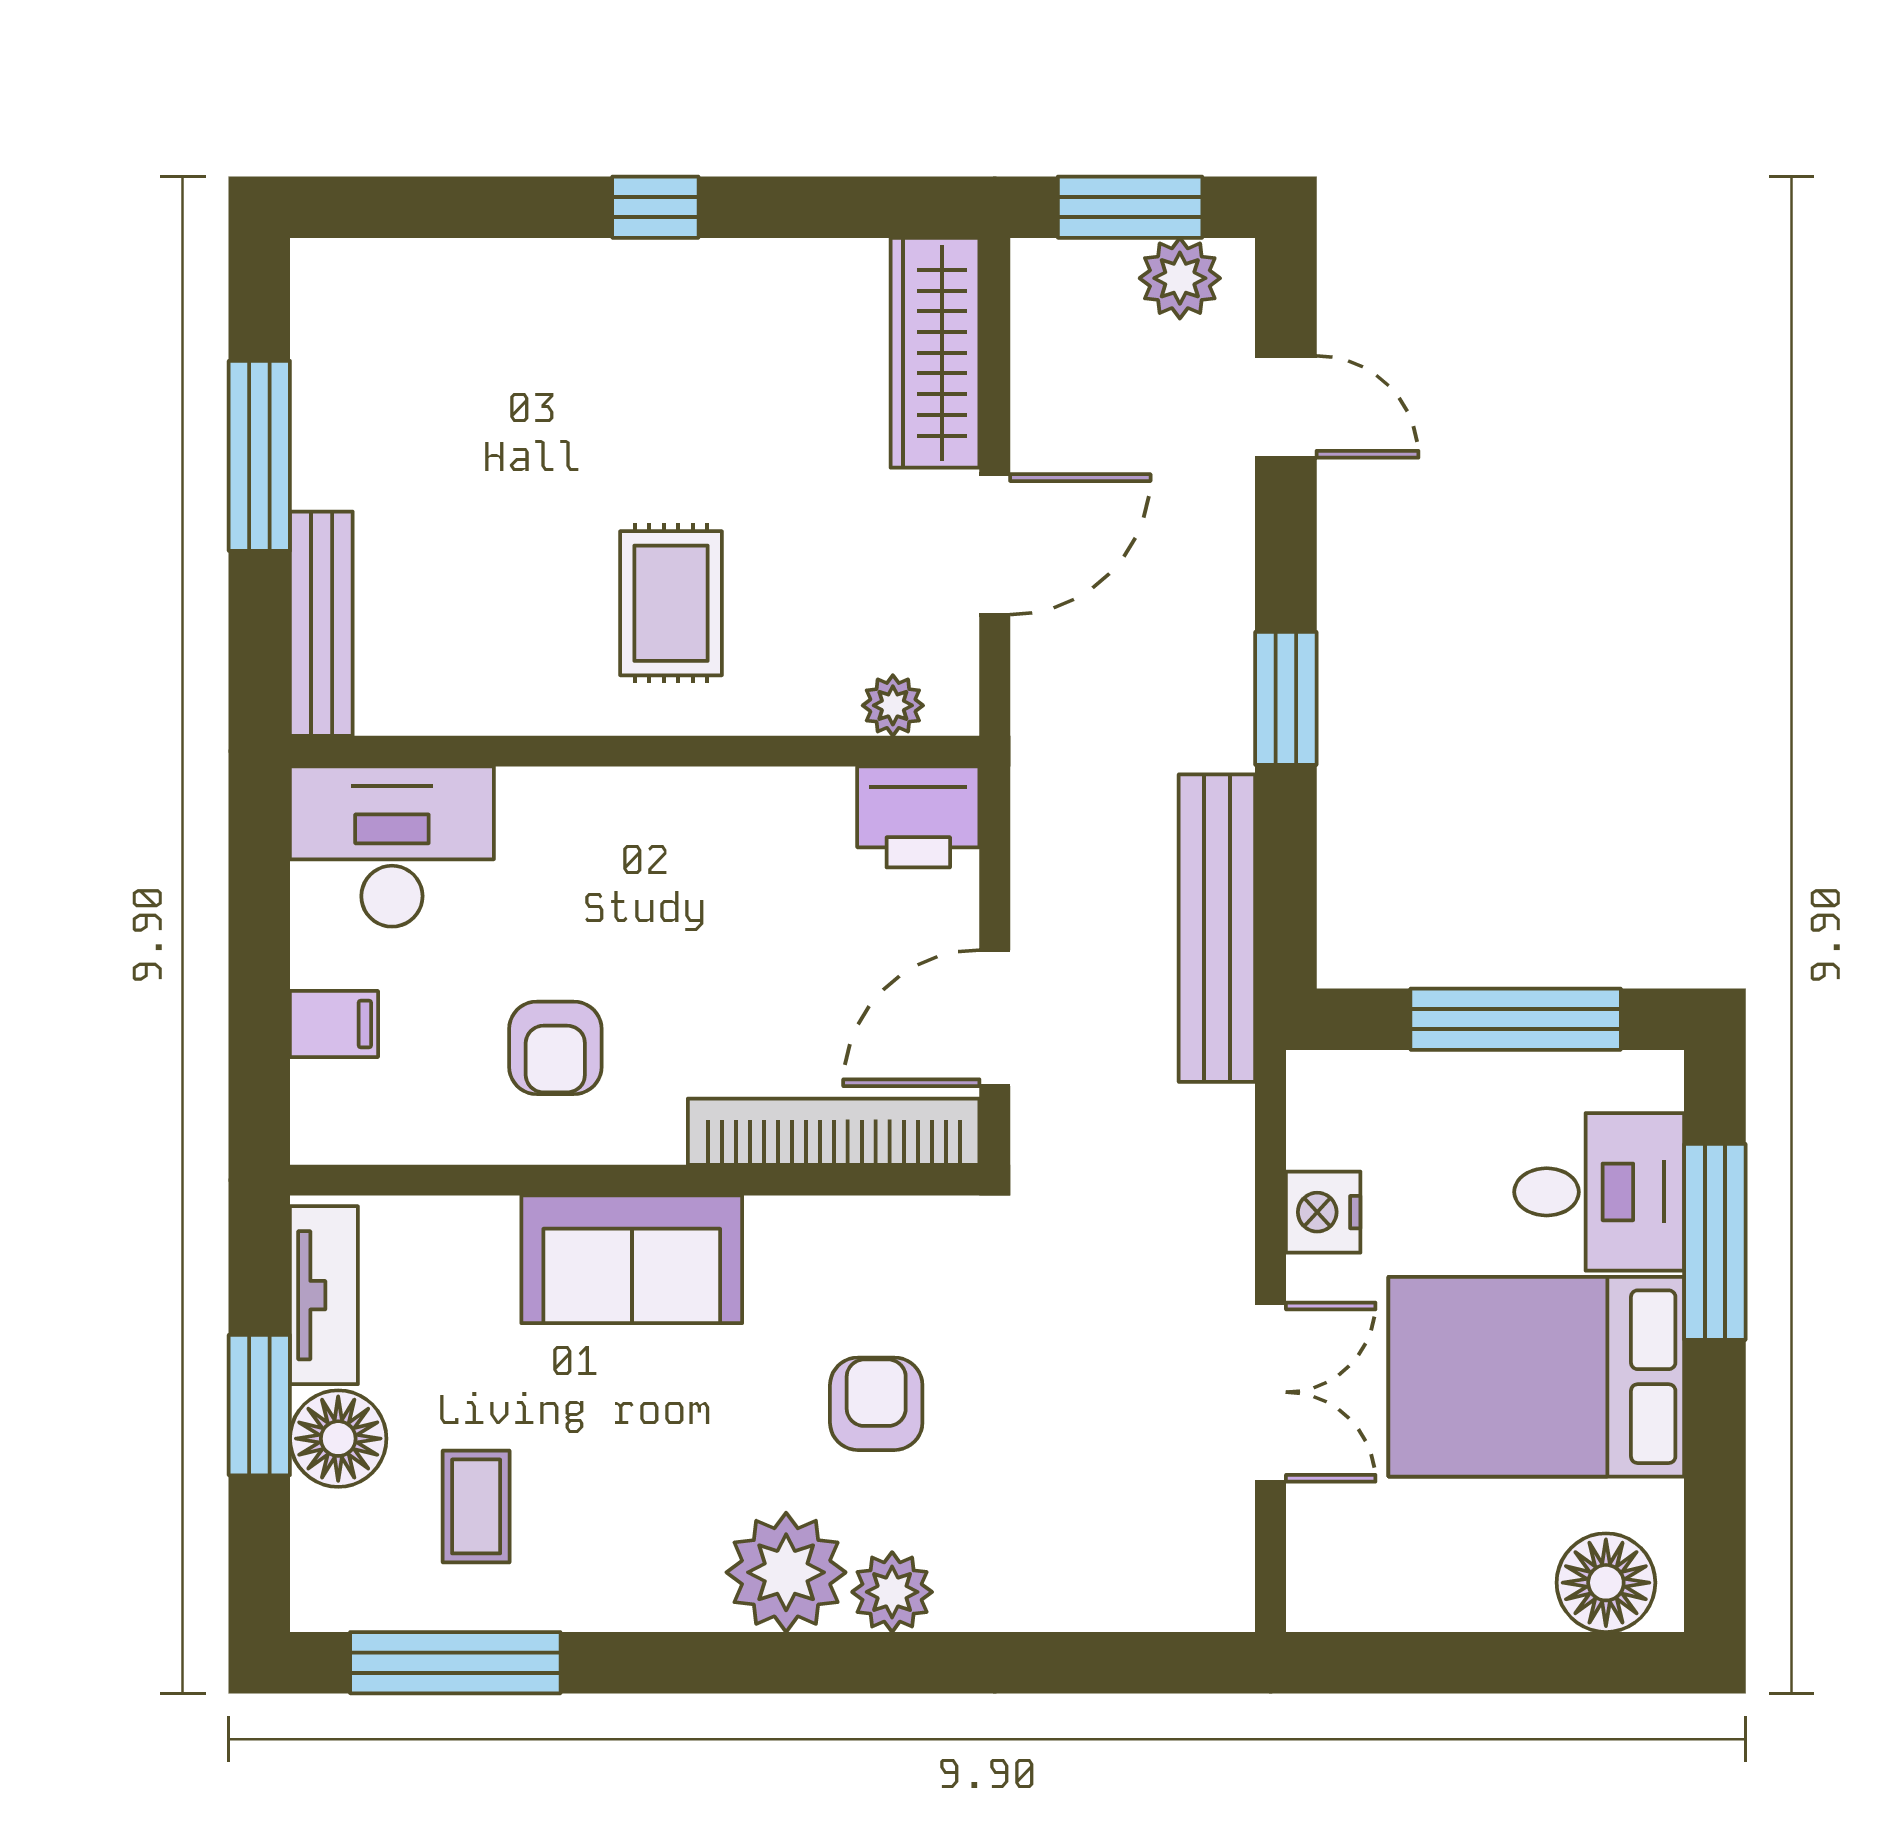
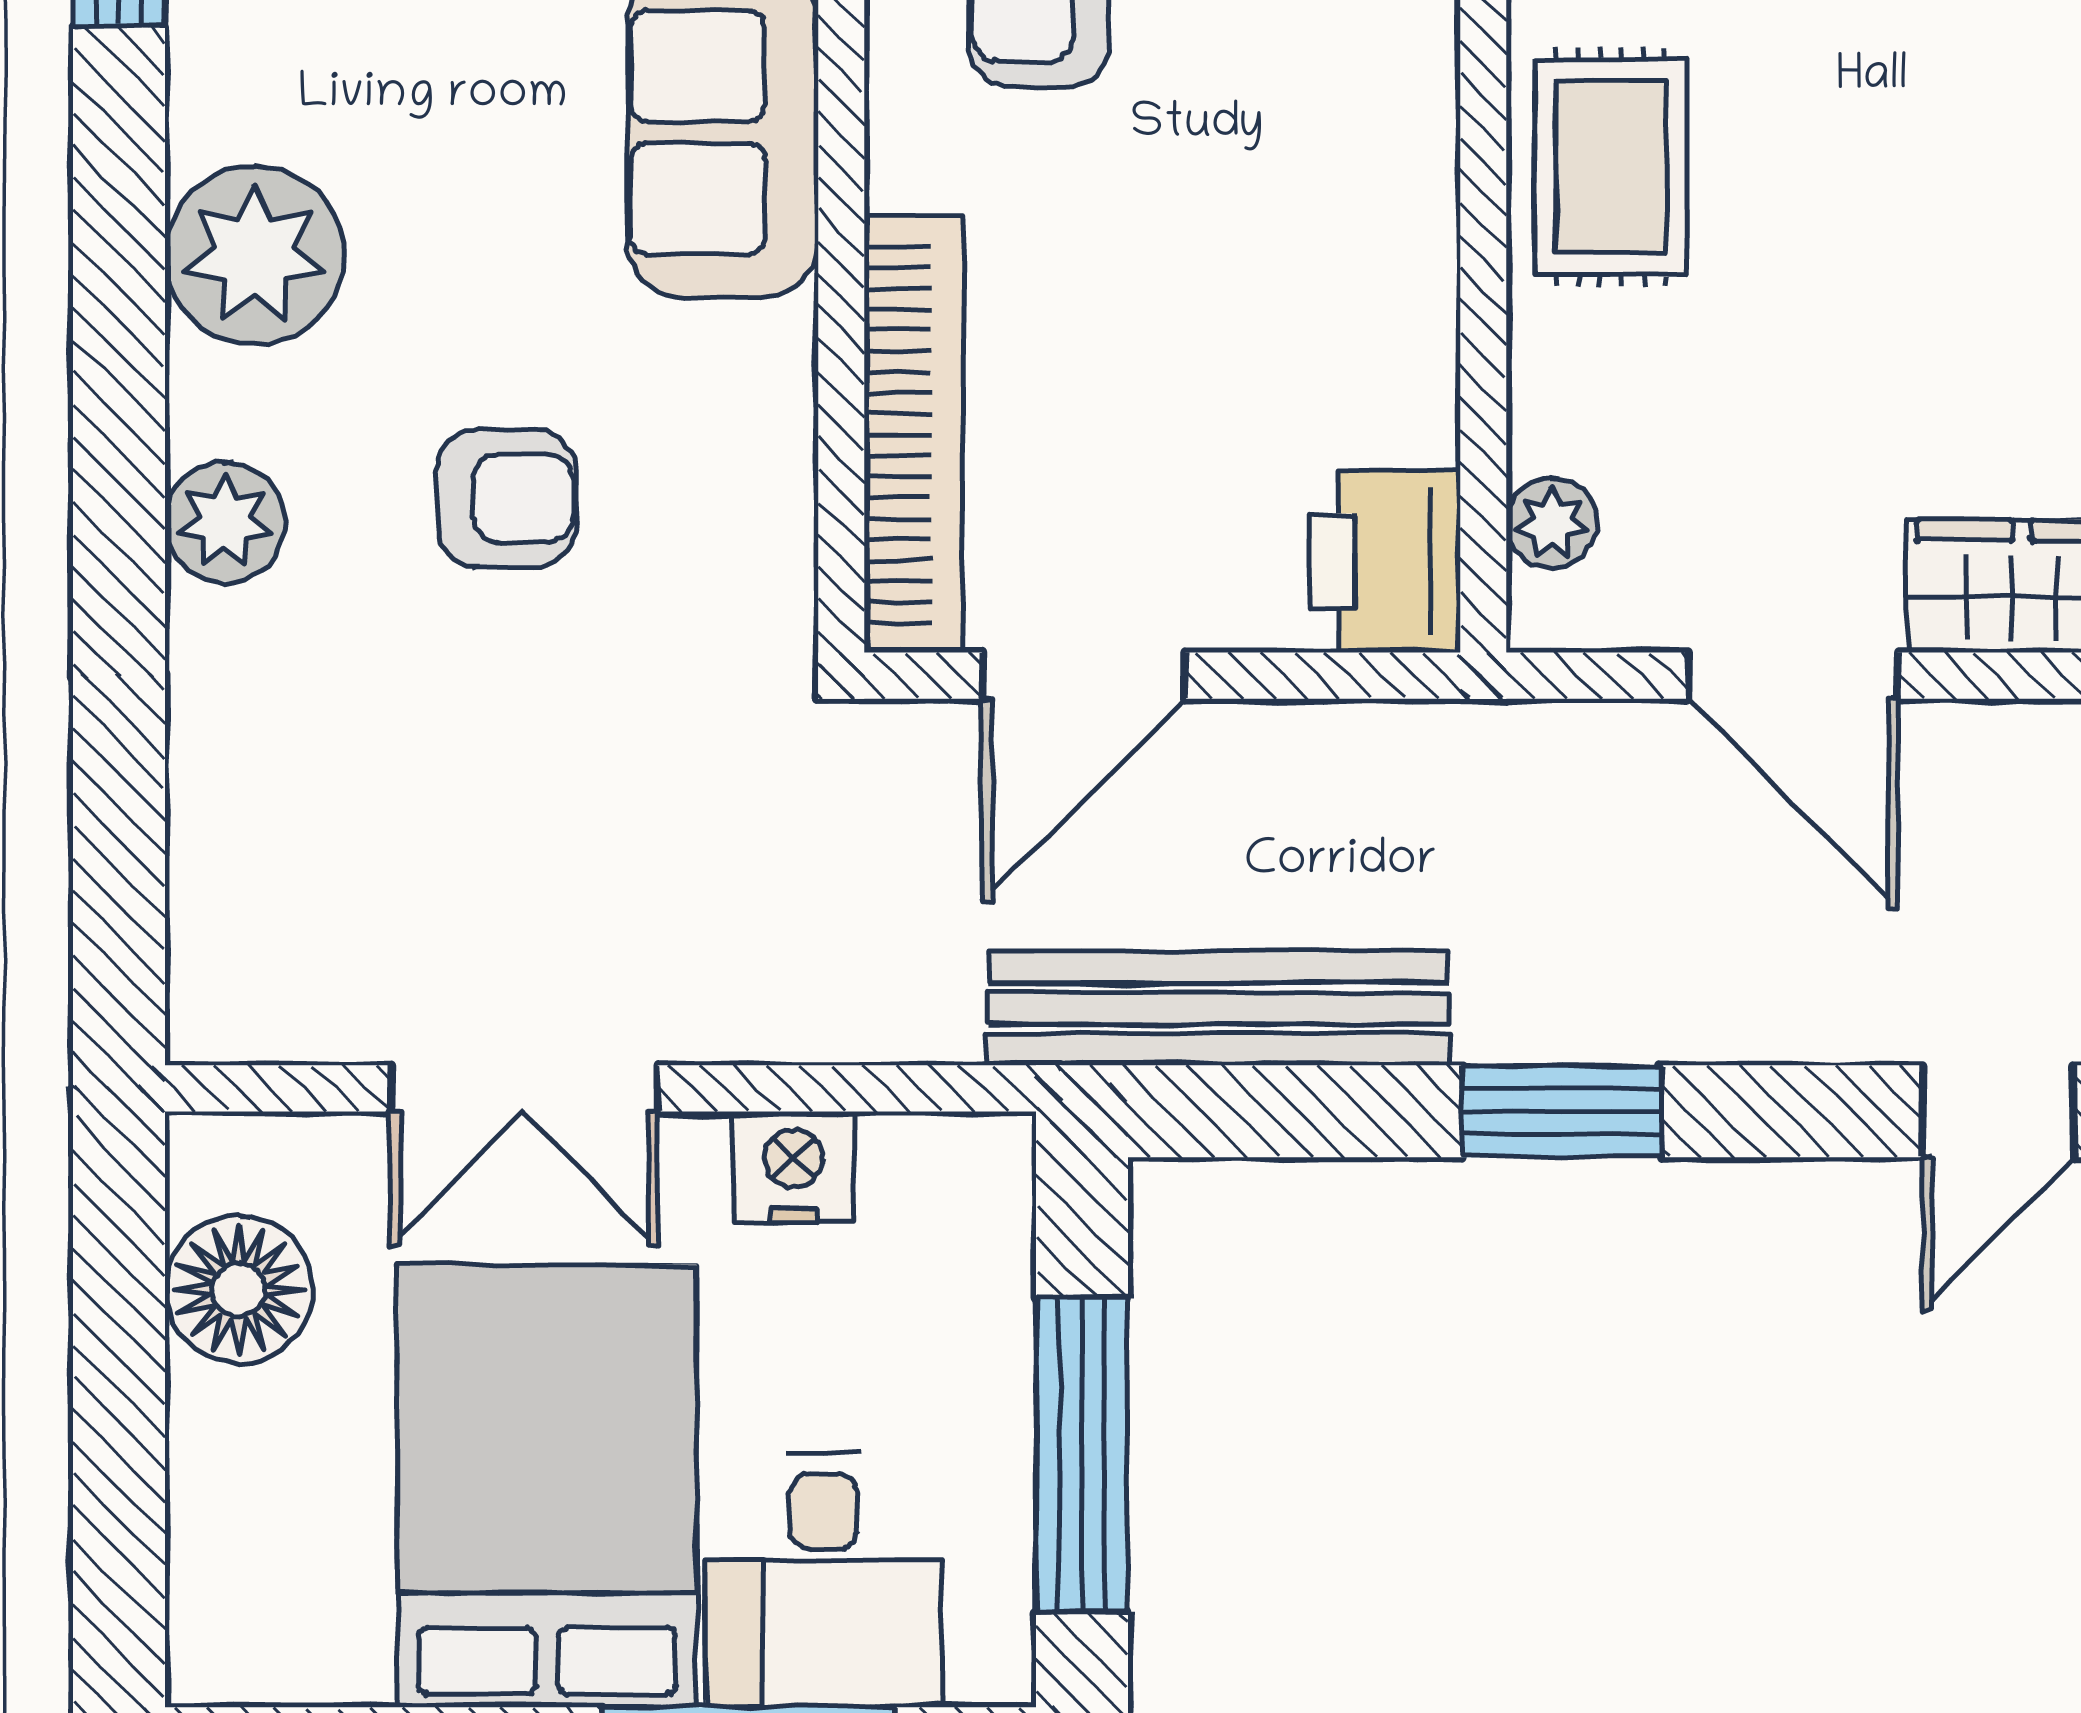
rug: (671, 603) -> (1611, 167), moved, turned 90
door: (995, 1018) -> (1084, 676), swing flipped
plant: (786, 1572) -> (254, 256), moved
floor lamp: (1606, 1583) -> (239, 1289), moved

